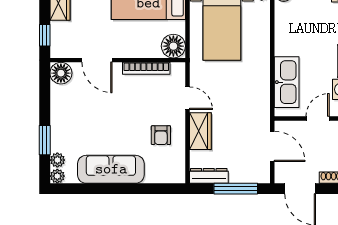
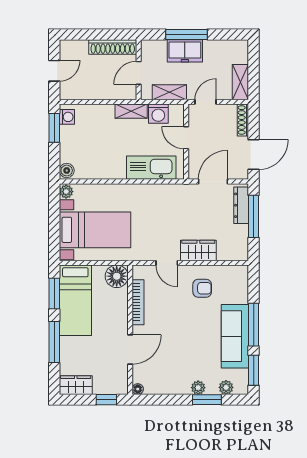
floor lamp: (61, 73) -> (138, 389), width x0.53, depth x0.53
door: (187, 98) -> (167, 263), swing flipped
plant: (57, 176) -> (198, 388), moved
dresser: (209, 176) -> (241, 205), moved
window: (75, 189) -> (254, 370), added
window: (123, 189) -> (254, 325), added

